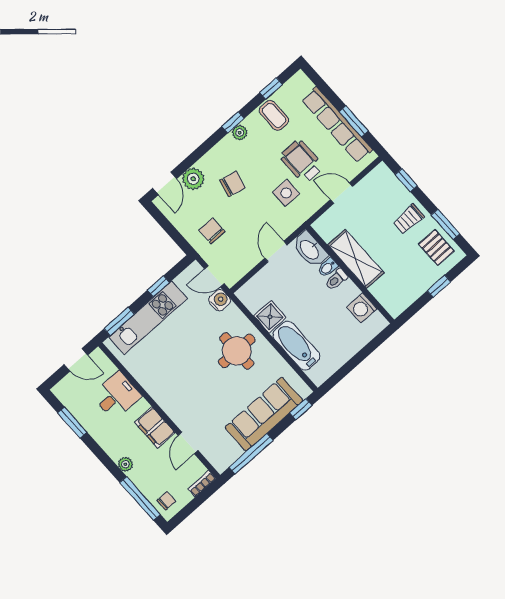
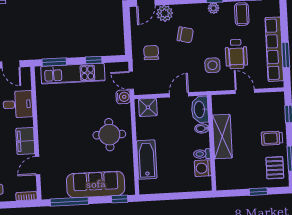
wheelchair: (302, 161) -> (236, 54), turned 180
toilet: (336, 279) -> (202, 154), moved
shower: (270, 317) -> (148, 107), moved

